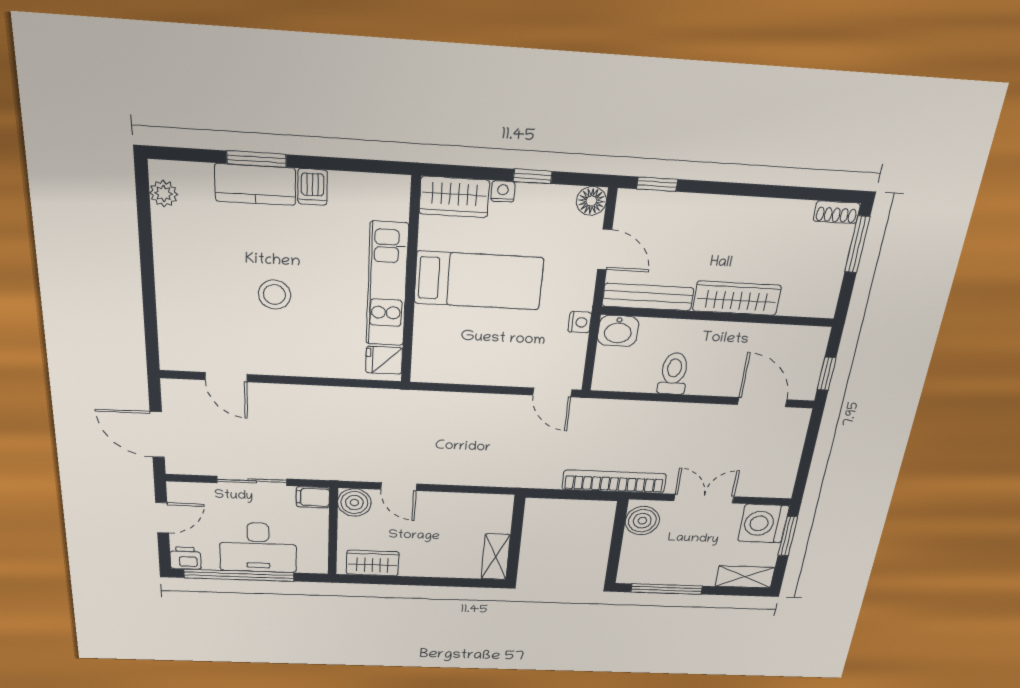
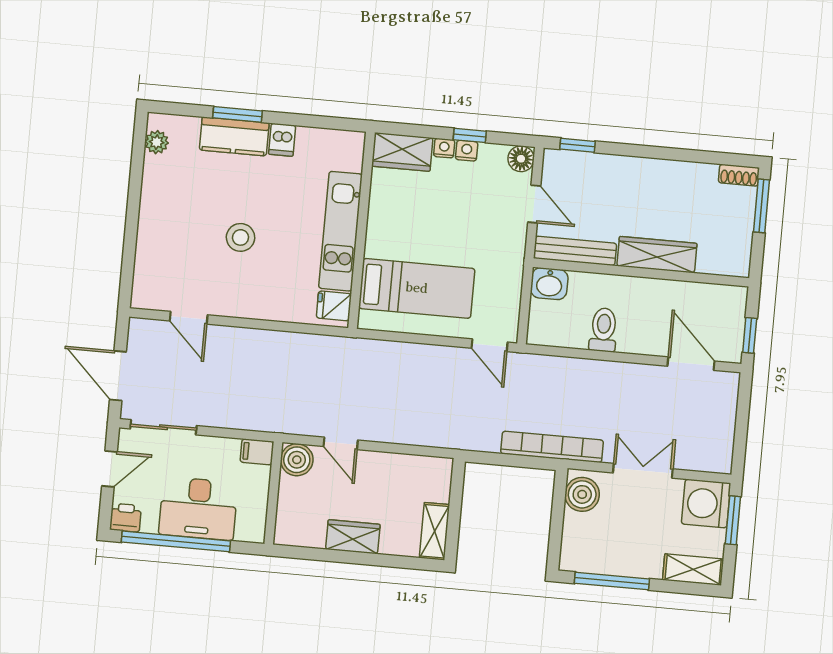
bed: (479, 281) -> (417, 288), moved
nightstand: (580, 322) -> (467, 151), moved, turned -90
sliding door: (252, 481) -> (163, 427), moved
wardrobe: (373, 563) -> (353, 537), moved

